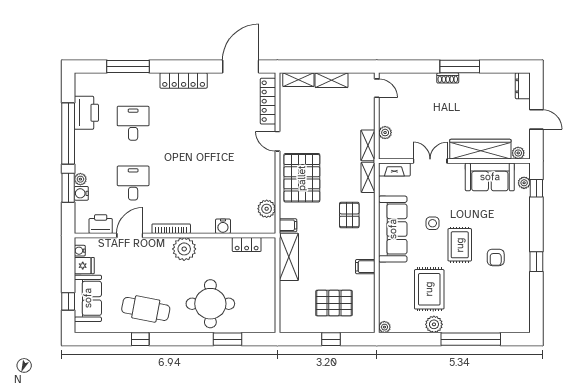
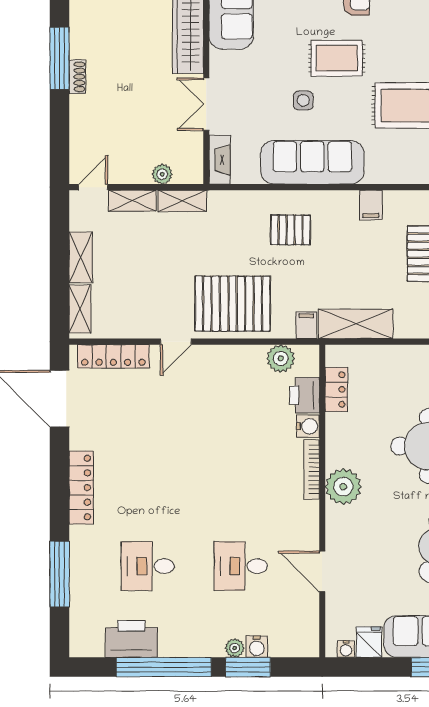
shelving: (368, 177) -> (132, 201), moved
printer: (101, 224) -> (305, 395), moved
bookcase: (171, 229) -> (312, 469), moved

